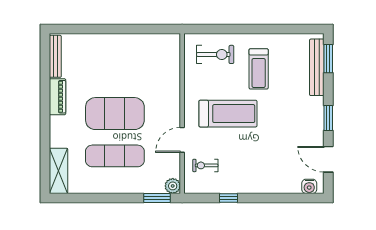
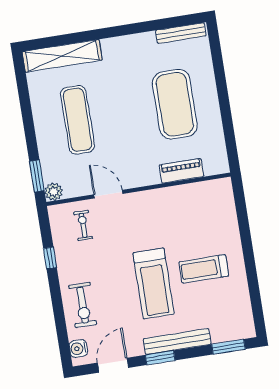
exercise bike: (215, 54) -> (83, 305), moved
bench: (317, 67) -> (177, 341), moved
piano: (57, 97) -> (182, 171), moved, turned 180
exercise mat: (115, 114) -> (175, 104), moved
treadmill: (228, 114) -> (154, 283), moved
shelving: (58, 171) -> (62, 56), width x1.47

